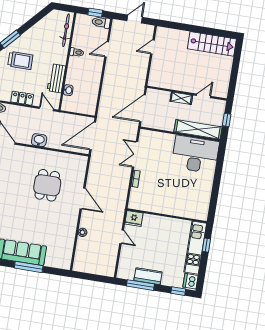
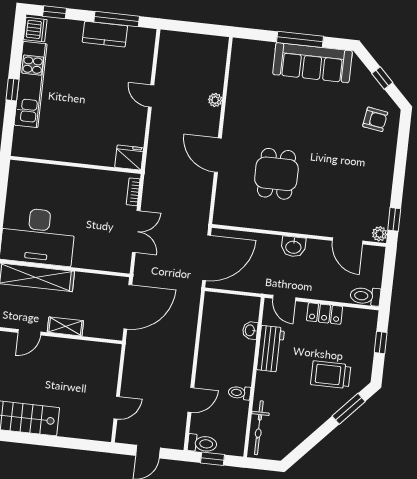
wall: (167, 216) -> (76, 165), moved
fridge: (134, 219) -> (129, 158), moved

